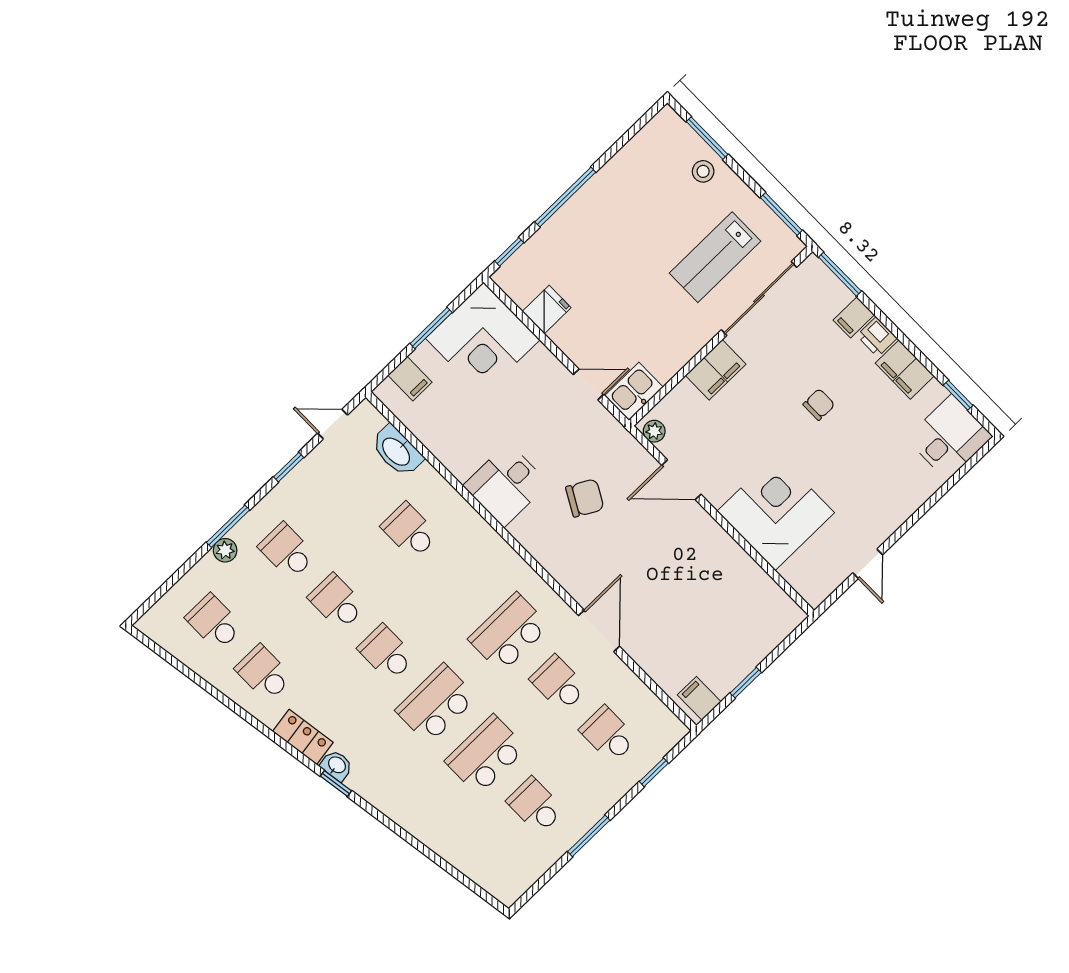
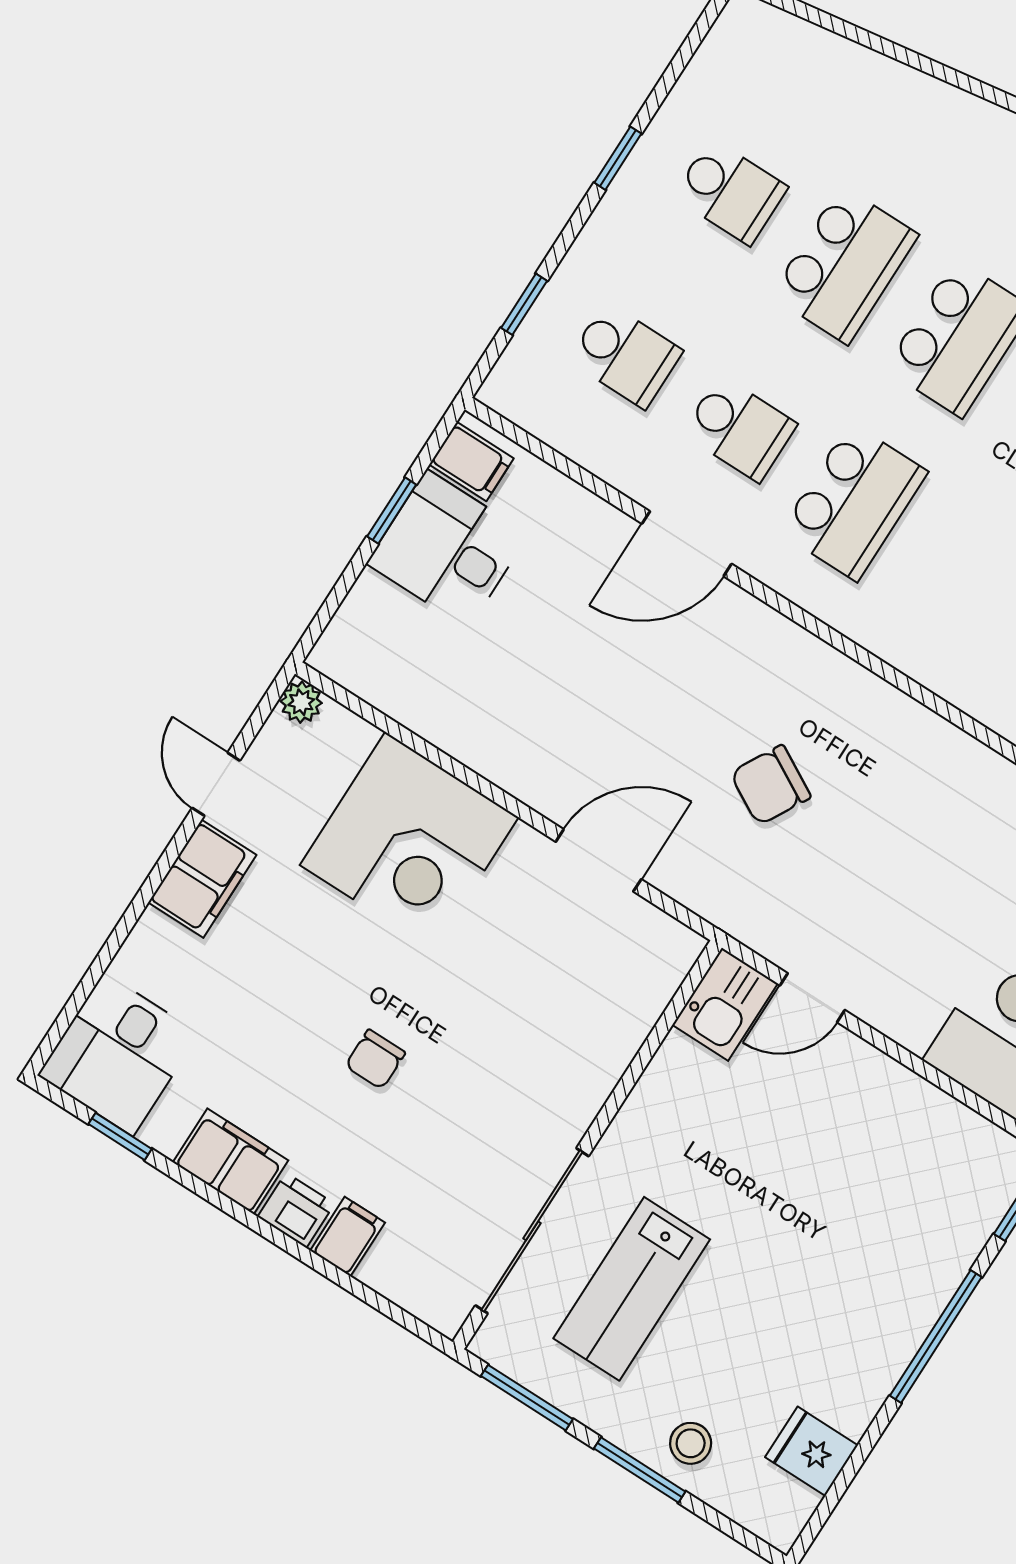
window: (707, 138) -> (640, 1470), moved
lab bench: (715, 257) -> (632, 1289), turned 180
window: (840, 274) -> (392, 1311), removed
fridge: (547, 310) -> (812, 1451), moved, turned 90
filing cabinet: (716, 370) -> (202, 879), moved, turned 180
plant: (654, 431) -> (301, 702), moved
desk: (506, 485) -> (447, 549), moved, turned -90
door: (599, 631) -> (687, 544), hinge flipped
window: (589, 836) -> (618, 158), width x0.67

